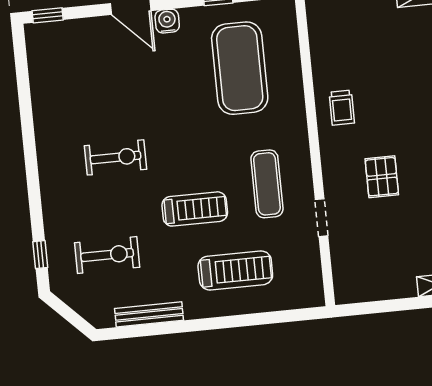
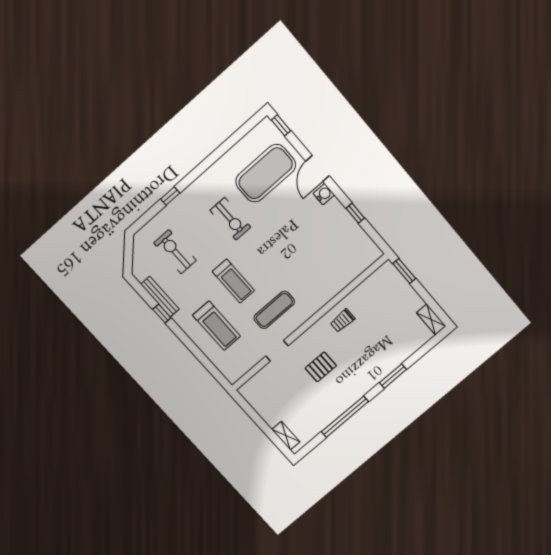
exercise mat: (240, 68) -> (266, 173), moved
window: (40, 255) -> (170, 196), moved
exercise bike: (107, 255) -> (175, 252), turned 180
window: (171, 328) -> (162, 313), added

